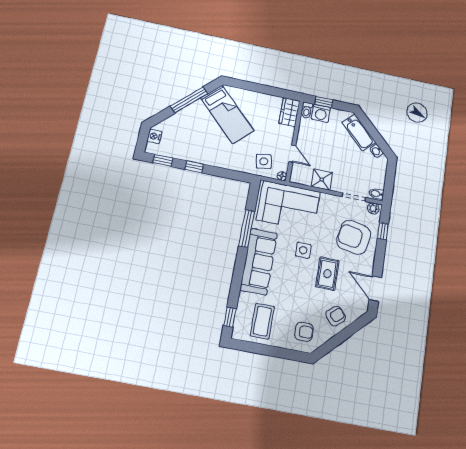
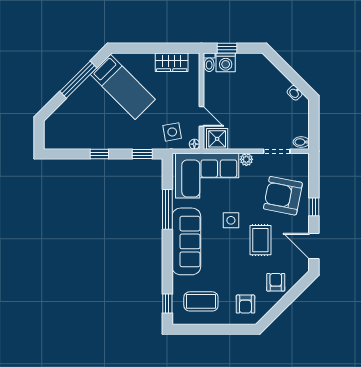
wardrobe: (289, 112) -> (172, 62), moved, turned -90
bathtub: (359, 132) -> (272, 76), removed
nightstand: (154, 136) -> (51, 129), removed
window: (163, 160) -> (142, 154), moved
shower: (322, 179) -> (217, 139), moved
plant: (373, 208) -> (246, 159), moved
window: (383, 231) -> (314, 207), moved
armchair: (336, 316) -> (276, 282), turned -50
coffee table: (262, 321) -> (201, 301), turned 90
armchair: (304, 332) -> (245, 304), turned 90

